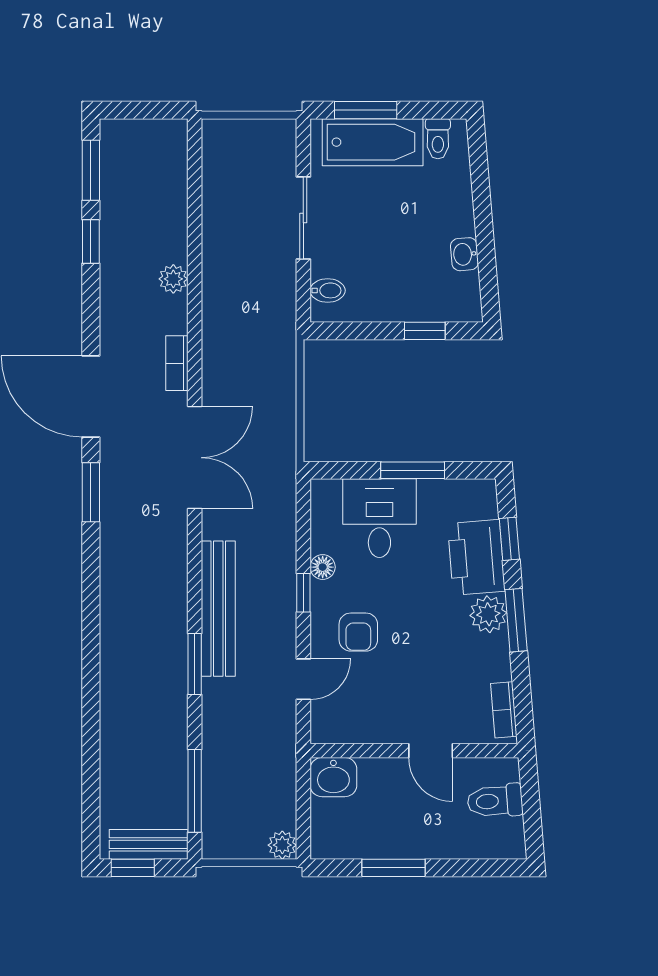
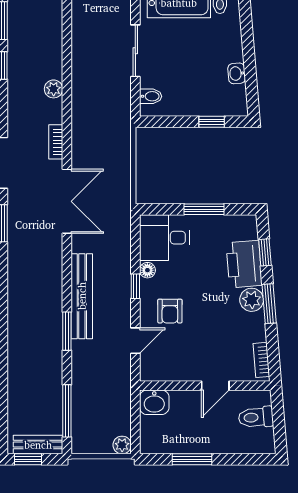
desk: (379, 518) -> (164, 238), moved, turned -90
door: (431, 751) -> (215, 386), hinge flipped

